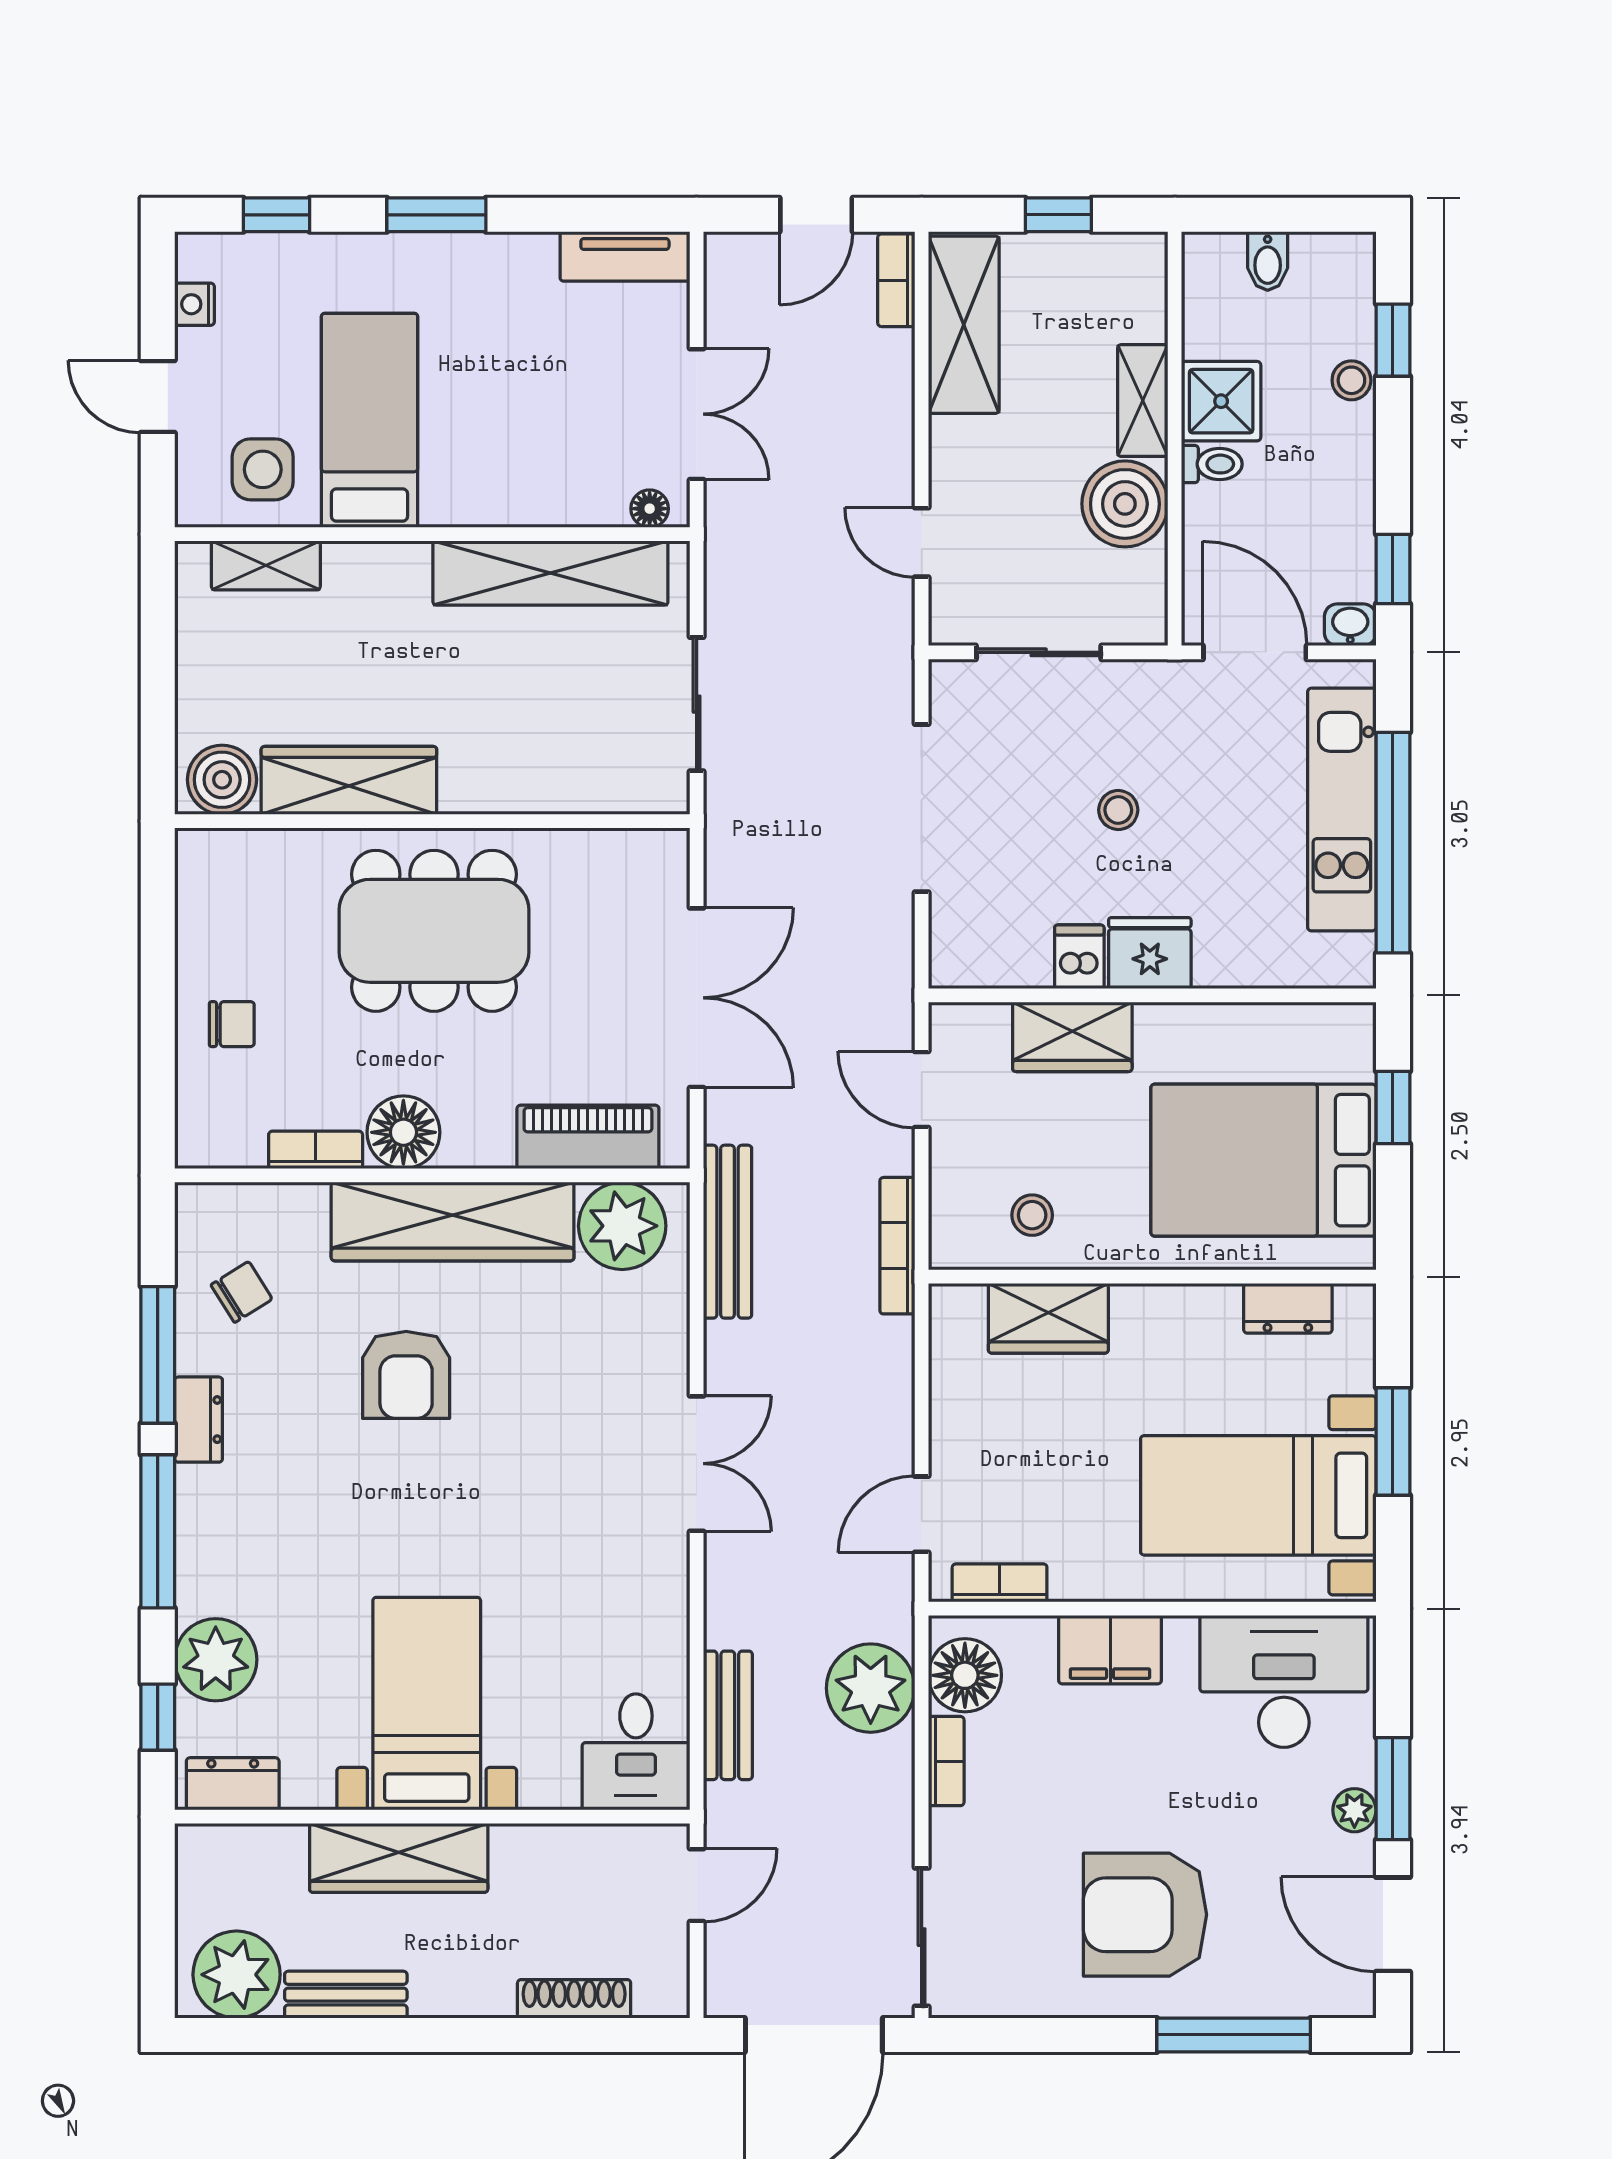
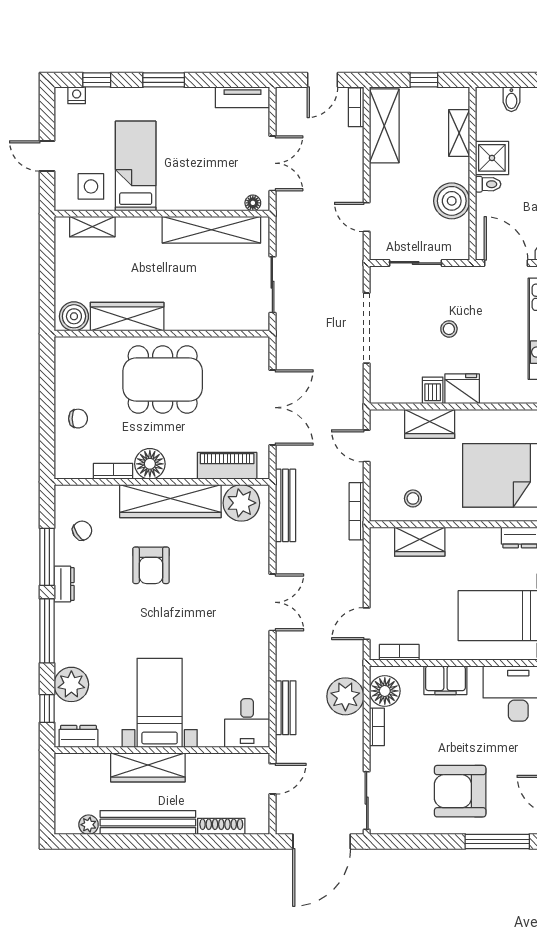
nightstand: (194, 304) -> (77, 95), moved, turned 90
shelving: (1143, 401) -> (459, 133), moved
plant: (237, 1975) -> (89, 825), width x0.53, depth x0.53
bench: (346, 1995) -> (148, 823), width x1.86, depth x1.21

